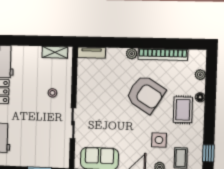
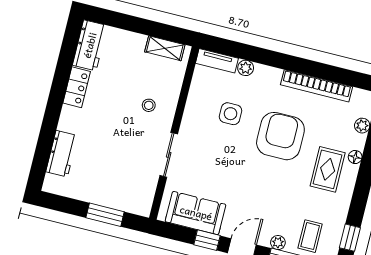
plant: (132, 54) -> (246, 68), moved
armchair: (146, 94) -> (280, 136), turned -122
side table: (159, 140) -> (231, 114), moved

